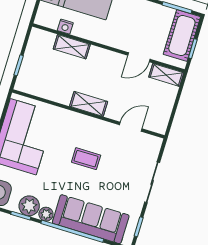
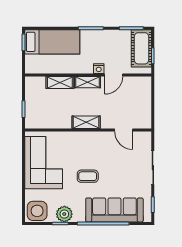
nightstand: (65, 27) -> (99, 69), moved
shelving: (166, 75) -> (87, 82), moved
door: (131, 127) -> (124, 130), swing flipped
coffee table: (86, 159) -> (88, 176), moved
plant: (46, 214) -> (79, 216), removed

